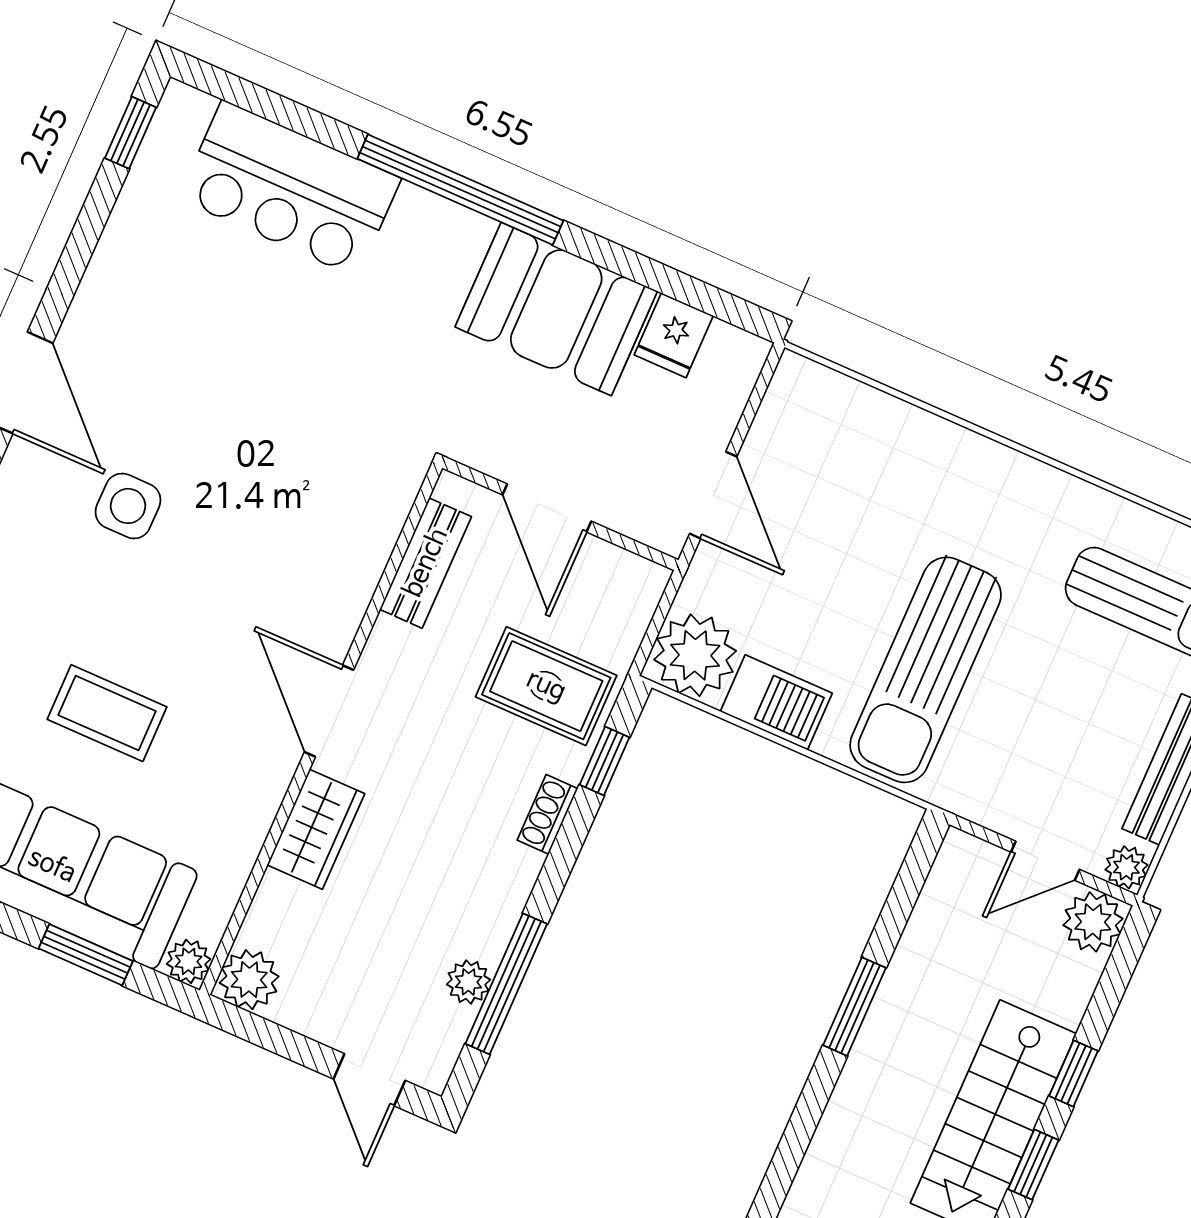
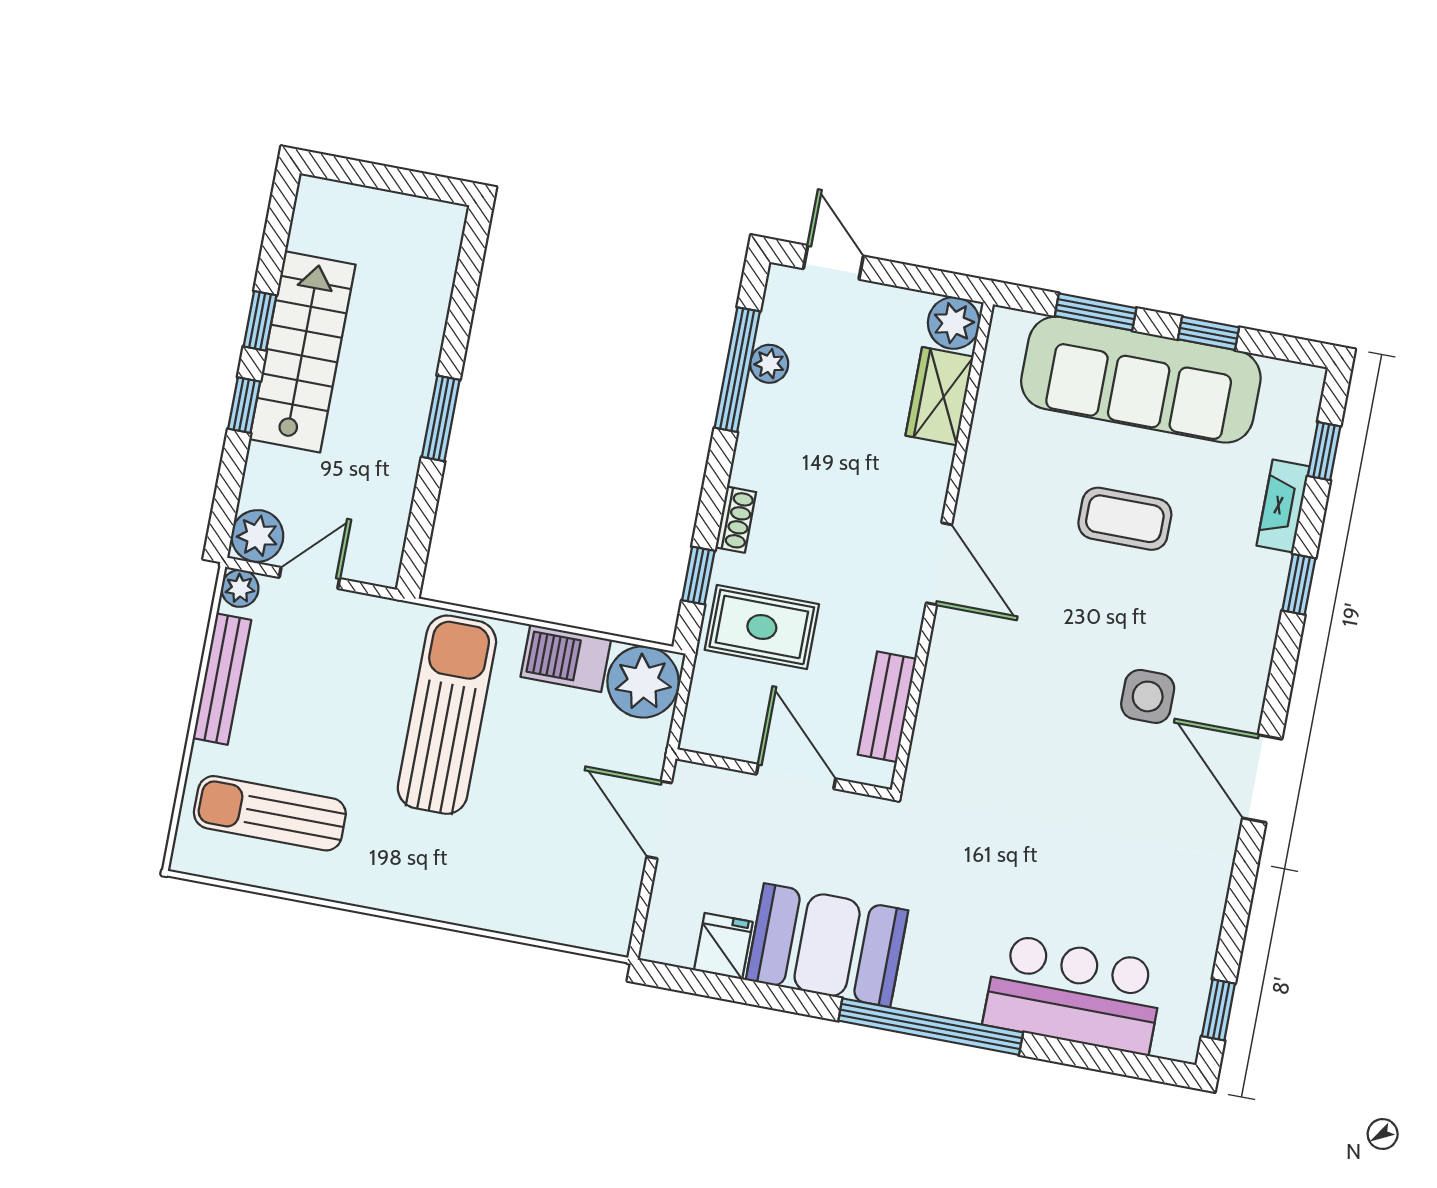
wardrobe: (316, 829) -> (940, 396), moved
plant: (189, 961) -> (1008, 326), removed

